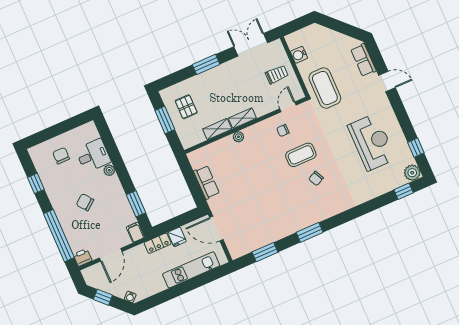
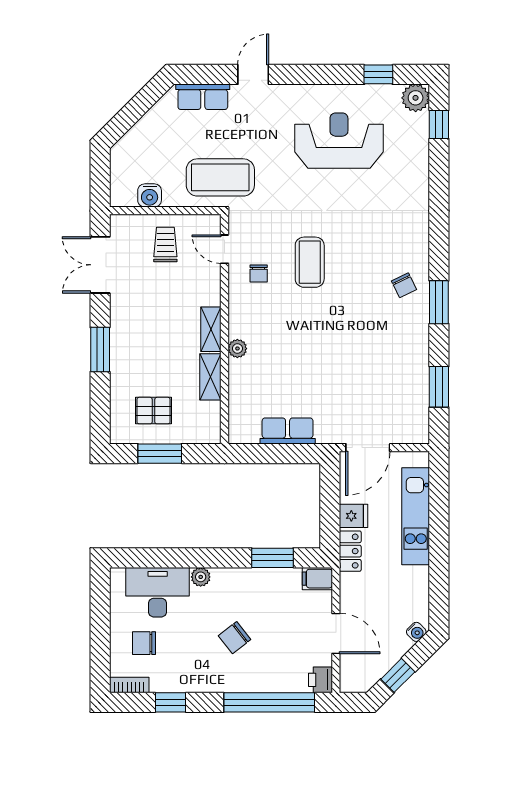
desk: (93, 156) -> (158, 592), width x1.37
bookcase: (36, 158) -> (129, 685), added
chair: (316, 178) -> (404, 285), moved

